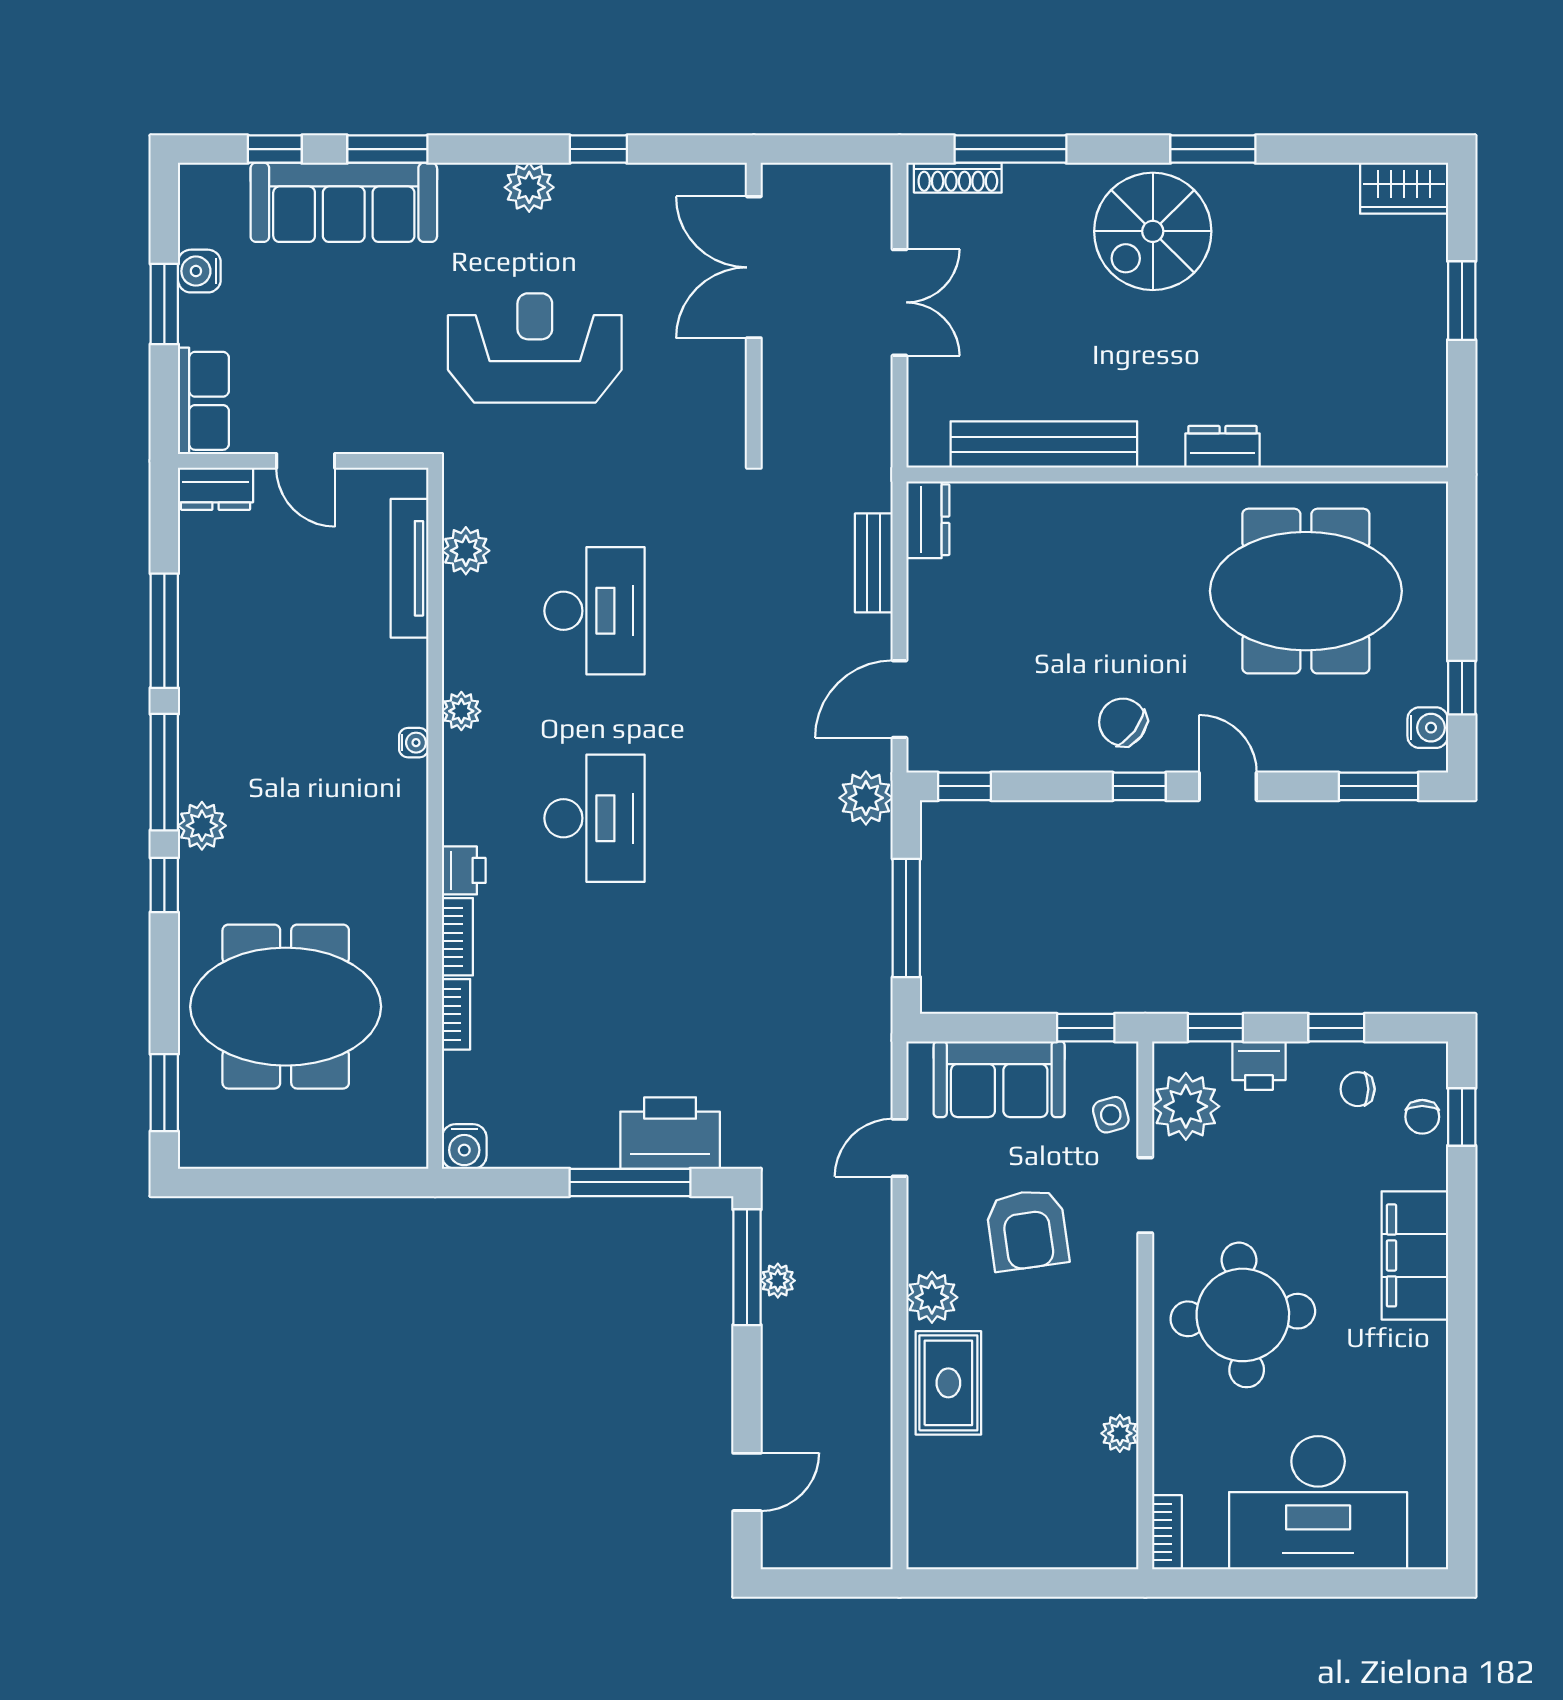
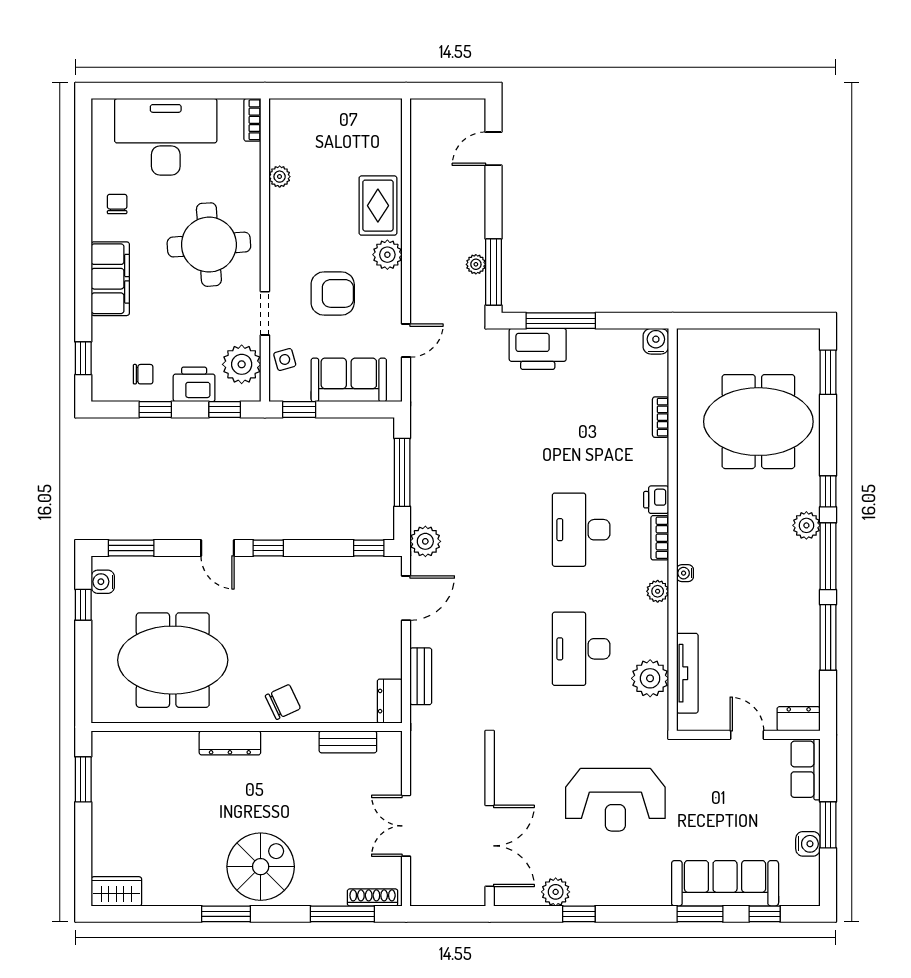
plant: (529, 187) -> (556, 892), moved
window: (1462, 301) -> (83, 779), moved
bench: (1044, 445) -> (348, 742), width x0.54, depth x0.82
dresser: (1223, 447) -> (230, 743), width x1.44
plant: (466, 551) -> (650, 678), width x1.36, depth x1.36
chair: (1123, 722) -> (283, 702), moved, turned -62
bookcase: (457, 937) -> (660, 538), moved
printer: (1259, 1066) -> (194, 384), width x1.36, depth x1.24
chair: (1422, 1117) -> (117, 204), moved
armchair: (1027, 1230) -> (333, 293), turned 98

